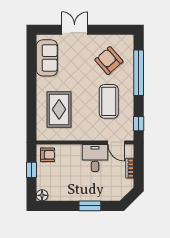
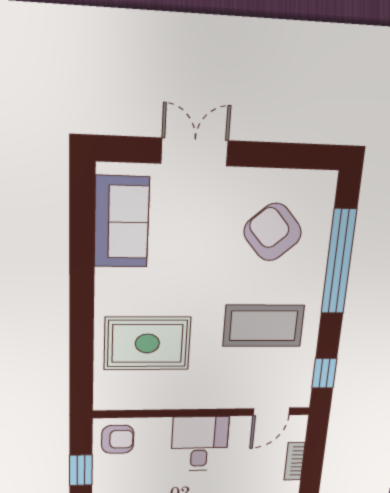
coffee table: (109, 101) -> (264, 326), turned 90
rug: (59, 109) -> (147, 343), turned 90
door: (116, 142) -> (271, 412), hinge flipped
desk: (95, 158) -> (200, 444), moved

